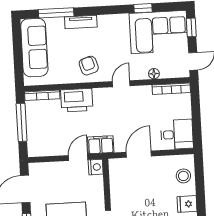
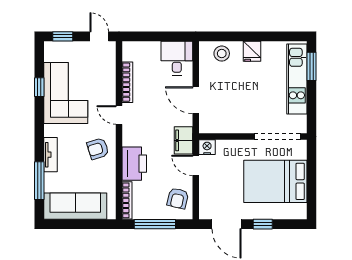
corner sofa: (159, 32) -> (66, 93), moved
floor lamp: (154, 74) -> (110, 79), removed
bookcase: (171, 89) -> (127, 82), moved
armchair: (47, 142) -> (178, 198), added

